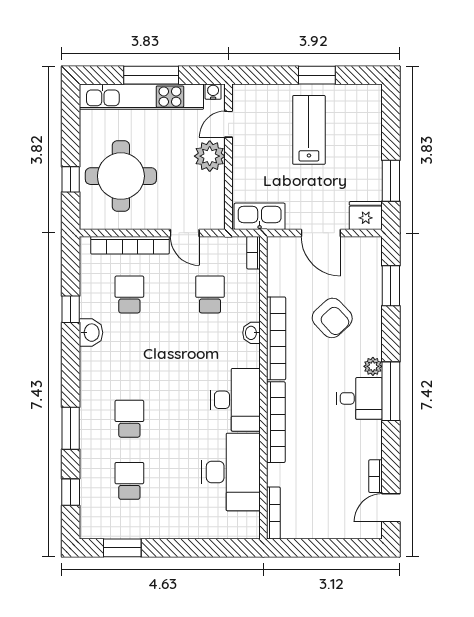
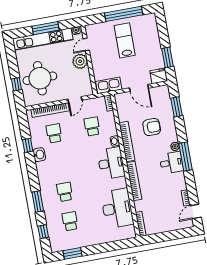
window: (317, 75) -> (124, 14), width x2.11
door: (185, 233) -> (75, 100), hinge flipped
armchair: (332, 318) -> (152, 127), turned -47
desk: (235, 400) -> (111, 163), moved

